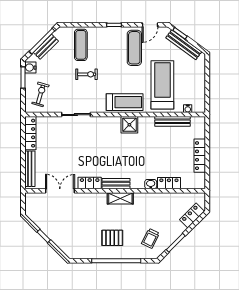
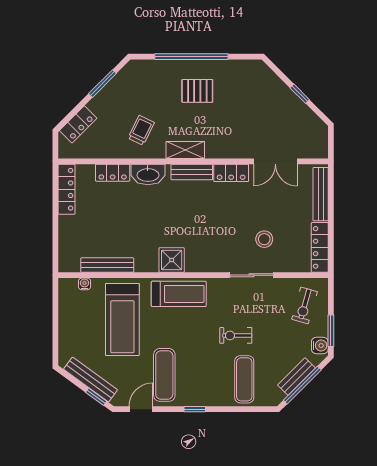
treadmill: (125, 102) -> (179, 294), turned 180
stool: (67, 139) -> (264, 239), added
locker: (200, 156) -> (66, 189), moved
washbasin: (151, 184) -> (148, 174), width x1.91, depth x1.45
trolley: (150, 238) -> (141, 130), moved

